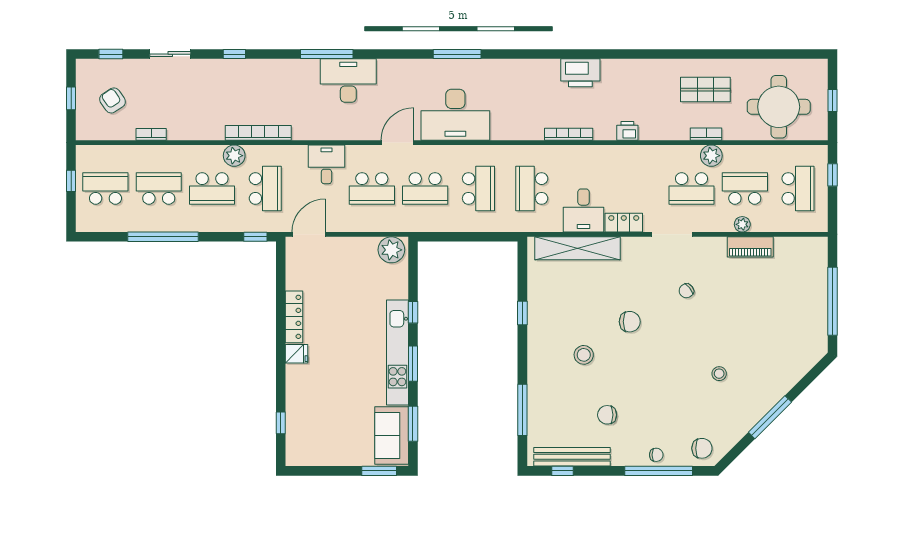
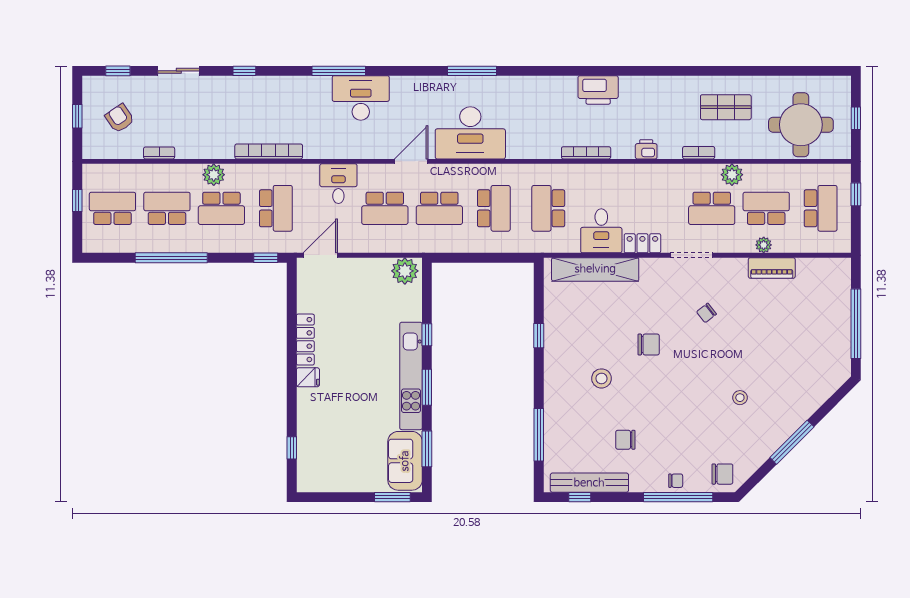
bookcase: (706, 134) -> (699, 153), moved
plant: (234, 156) -> (214, 175), moved

